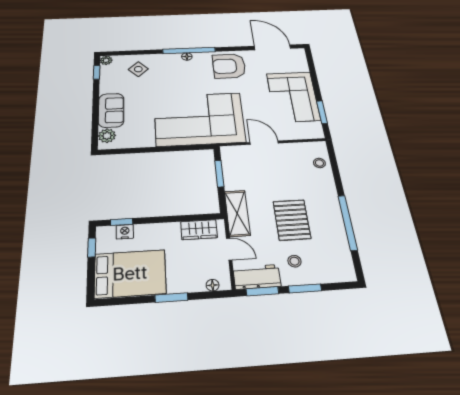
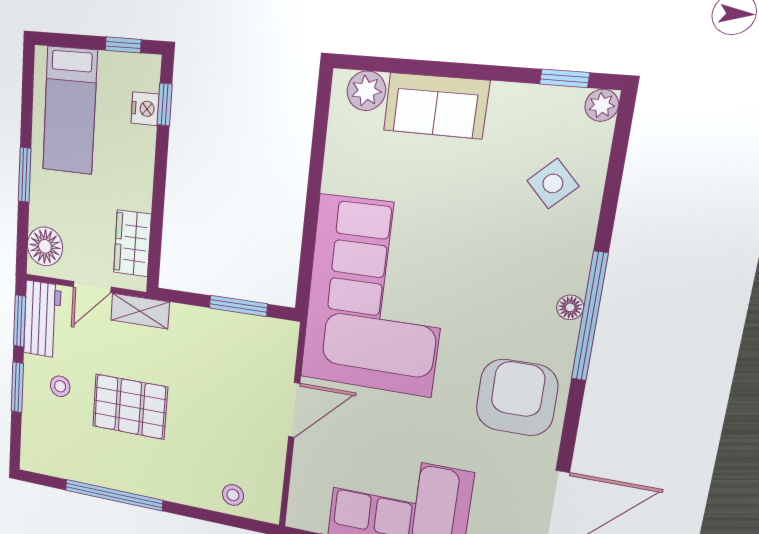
shelving: (237, 213) -> (140, 311), width x0.67, depth x0.75
bed: (130, 274) -> (70, 111), width x0.67
floor lamp: (213, 285) -> (45, 246), width x1.89, depth x1.89

